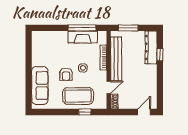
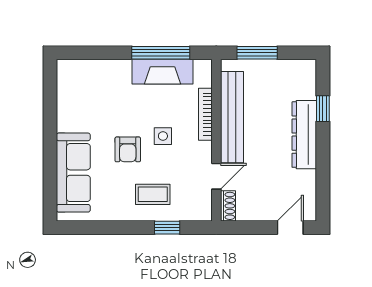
dresser: (151, 47) -> (304, 135), moved
coffee table: (78, 96) -> (153, 194), width x0.54, depth x0.58

